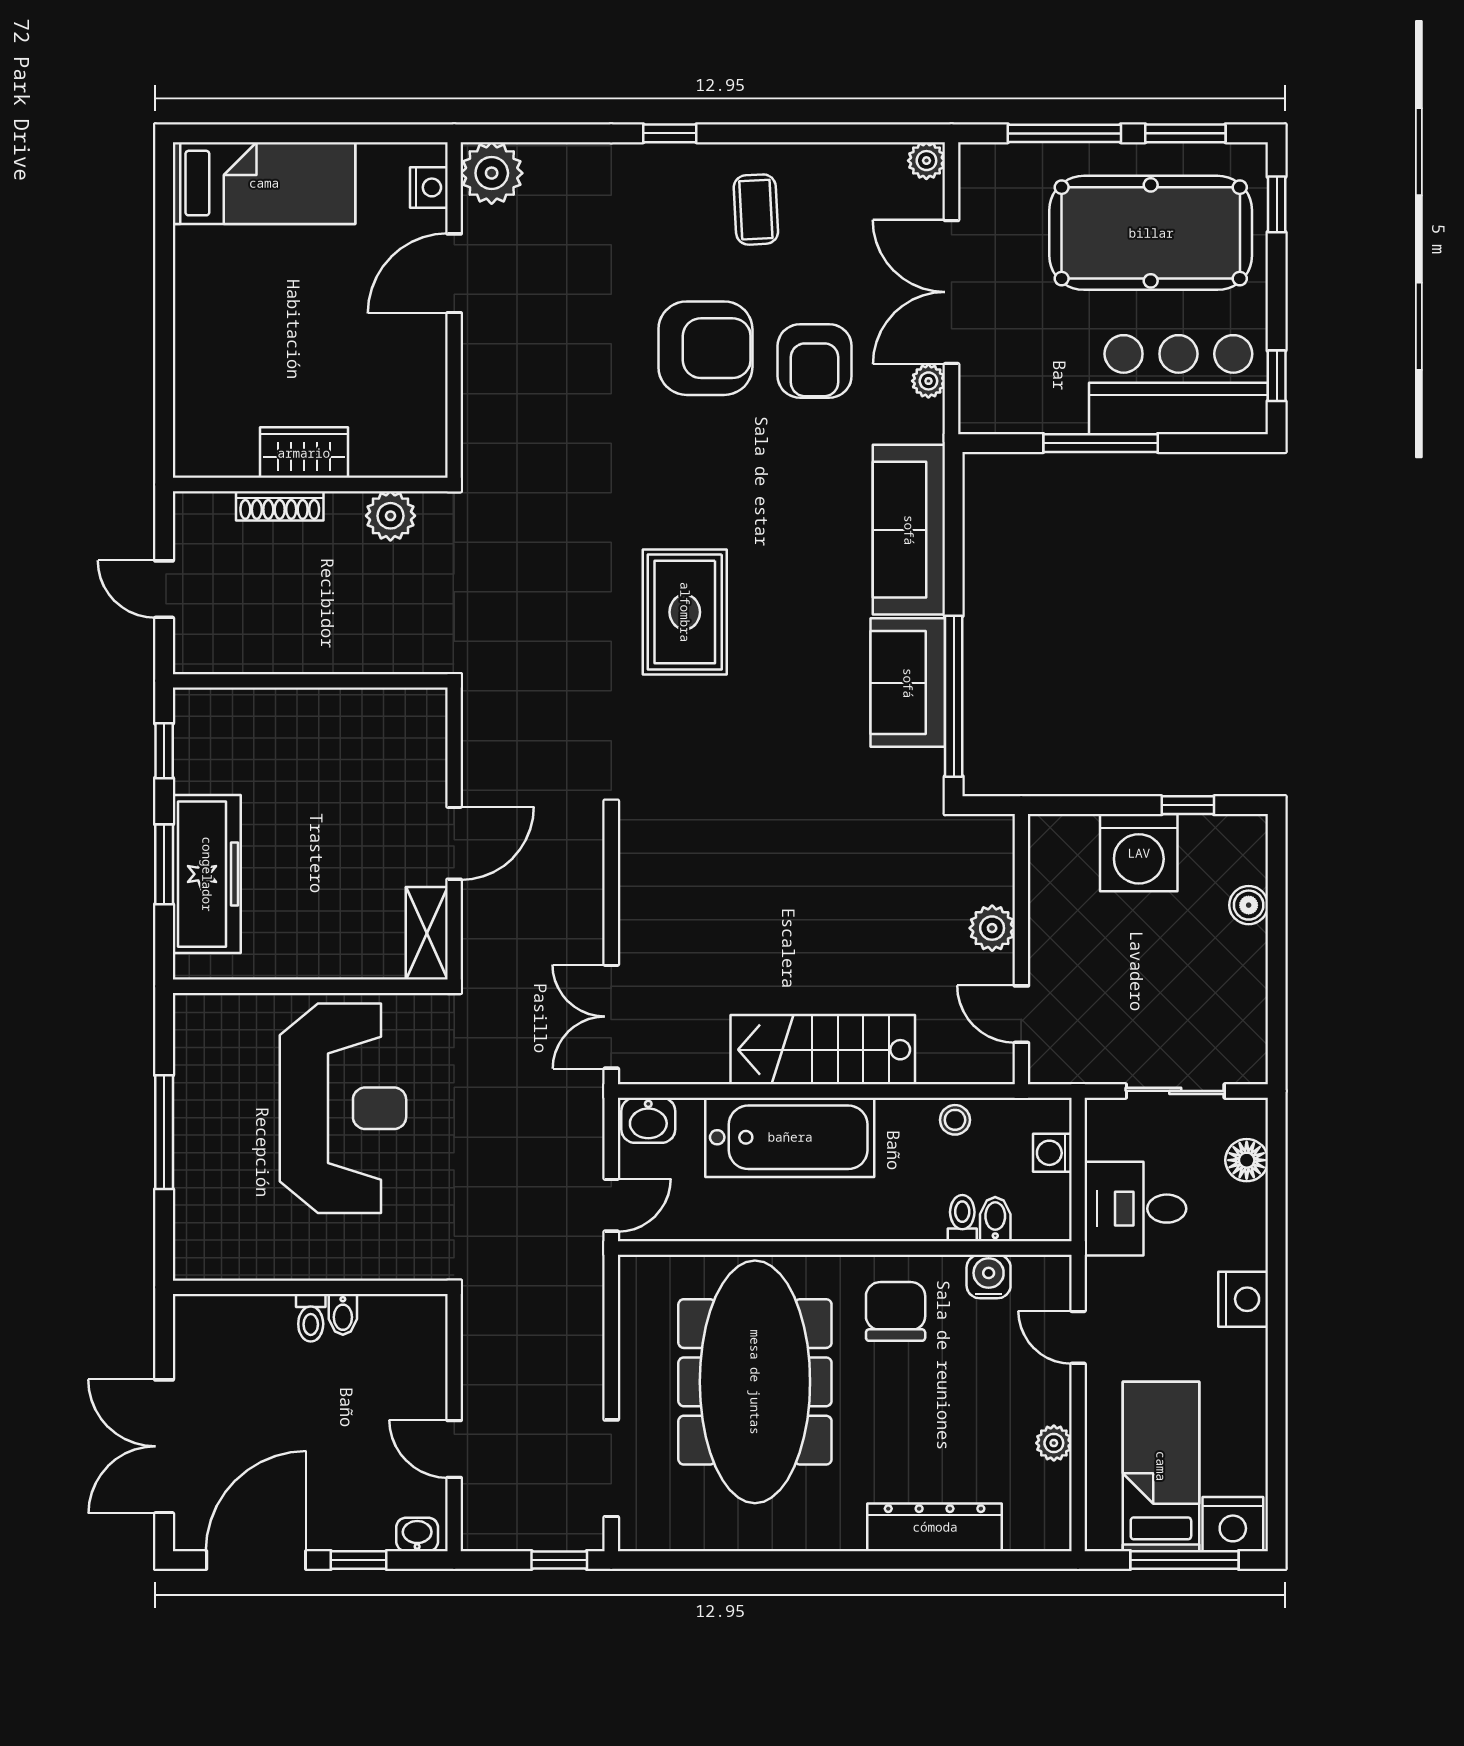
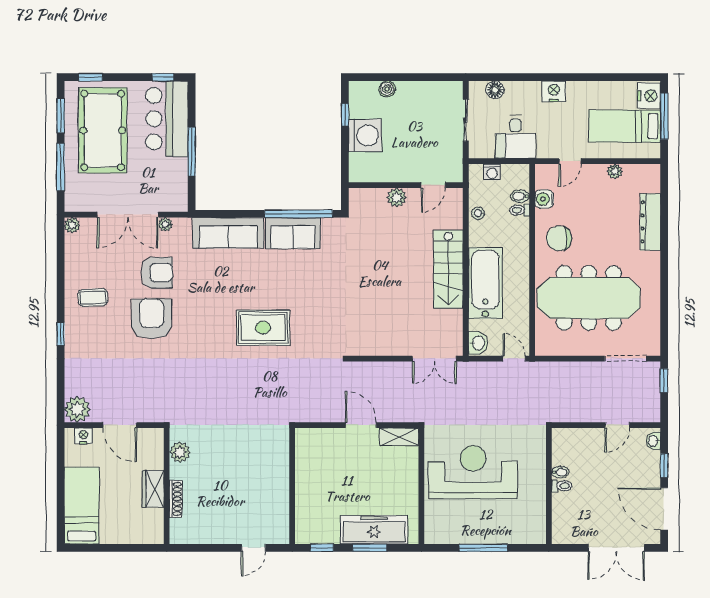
wardrobe: (304, 453) -> (153, 489), moved
wall: (310, 485) -> (167, 486), moved
shoe rack: (280, 506) -> (176, 499), moved
plant: (390, 516) -> (180, 452), moved

